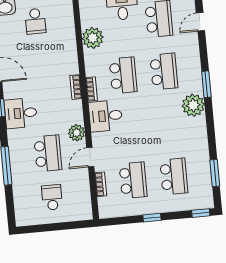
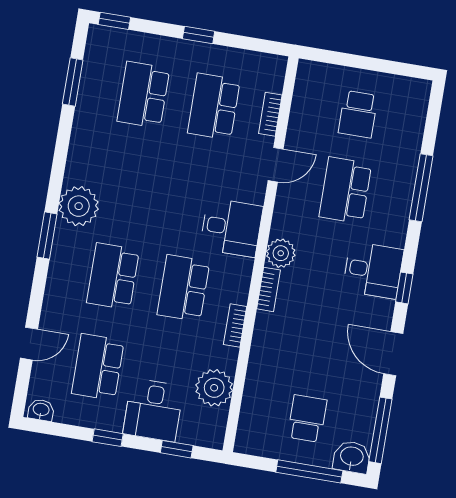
plant: (93, 38) -> (214, 388), moved
bookcase: (92, 89) -> (235, 326), moved
plant: (77, 133) -> (281, 253), moved

